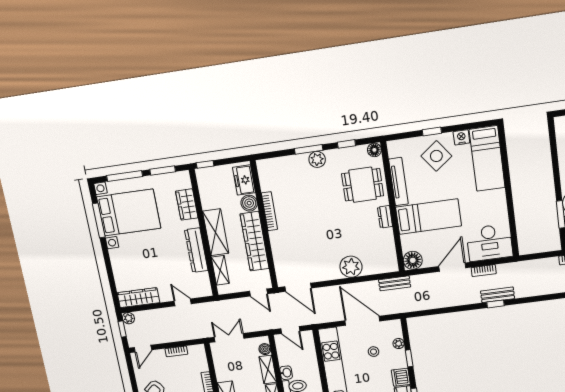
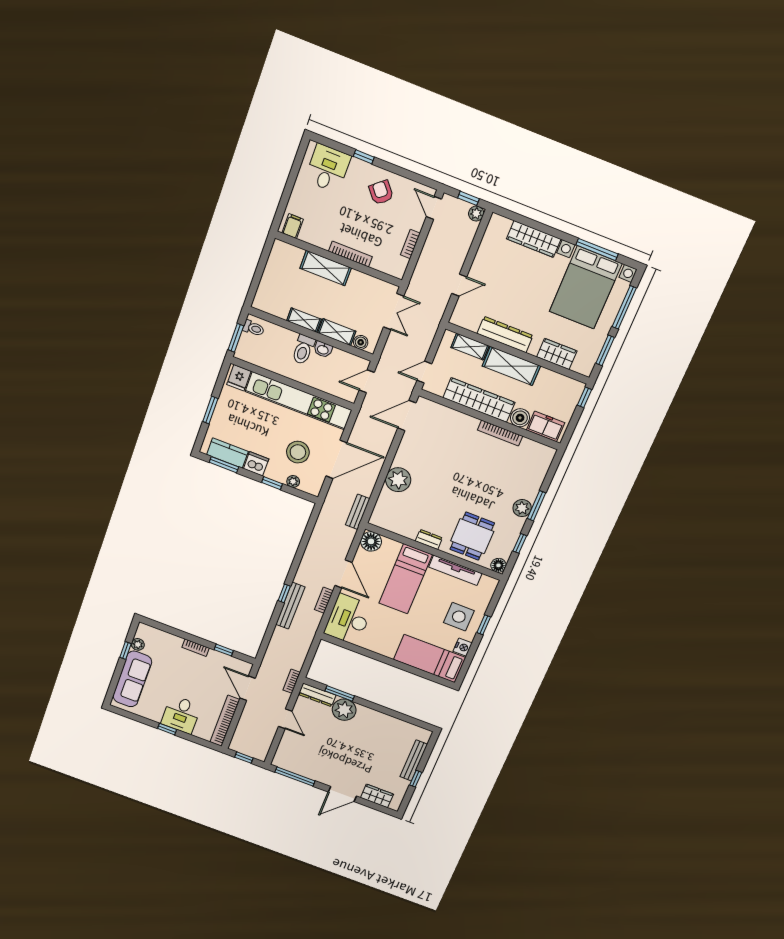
side table: (436, 156) -> (459, 617), turned 37
bench: (498, 295) -> (290, 606), width x1.36
wardrobe: (138, 298) -> (534, 239), moved, turned 90
stool: (374, 352) -> (298, 452), width x1.89, depth x1.89

